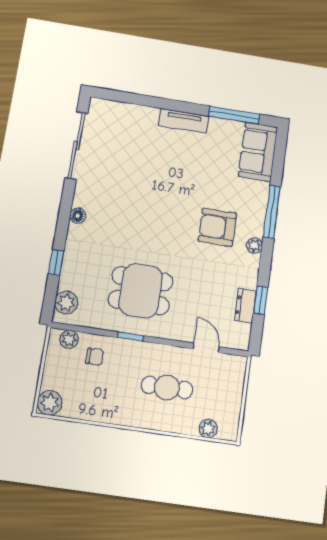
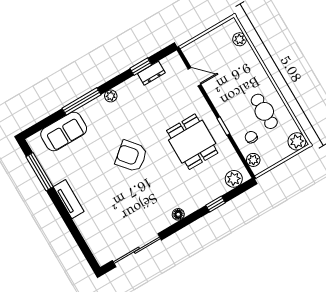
sofa: (258, 152) -> (64, 131), moved
armchair: (217, 227) -> (131, 156), moved, turned 140
door: (206, 348) -> (194, 77), swing flipped
cafe table: (167, 387) -> (264, 111), moved

